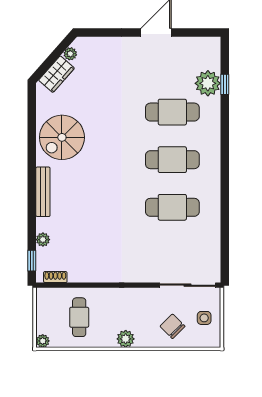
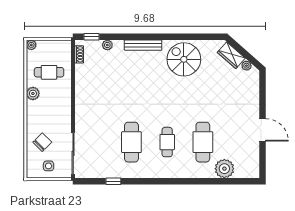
window: (225, 84) -> (113, 181), moved
cafe table: (172, 160) -> (167, 142), width x0.73, depth x0.74
plant: (126, 339) -> (33, 94), moved

